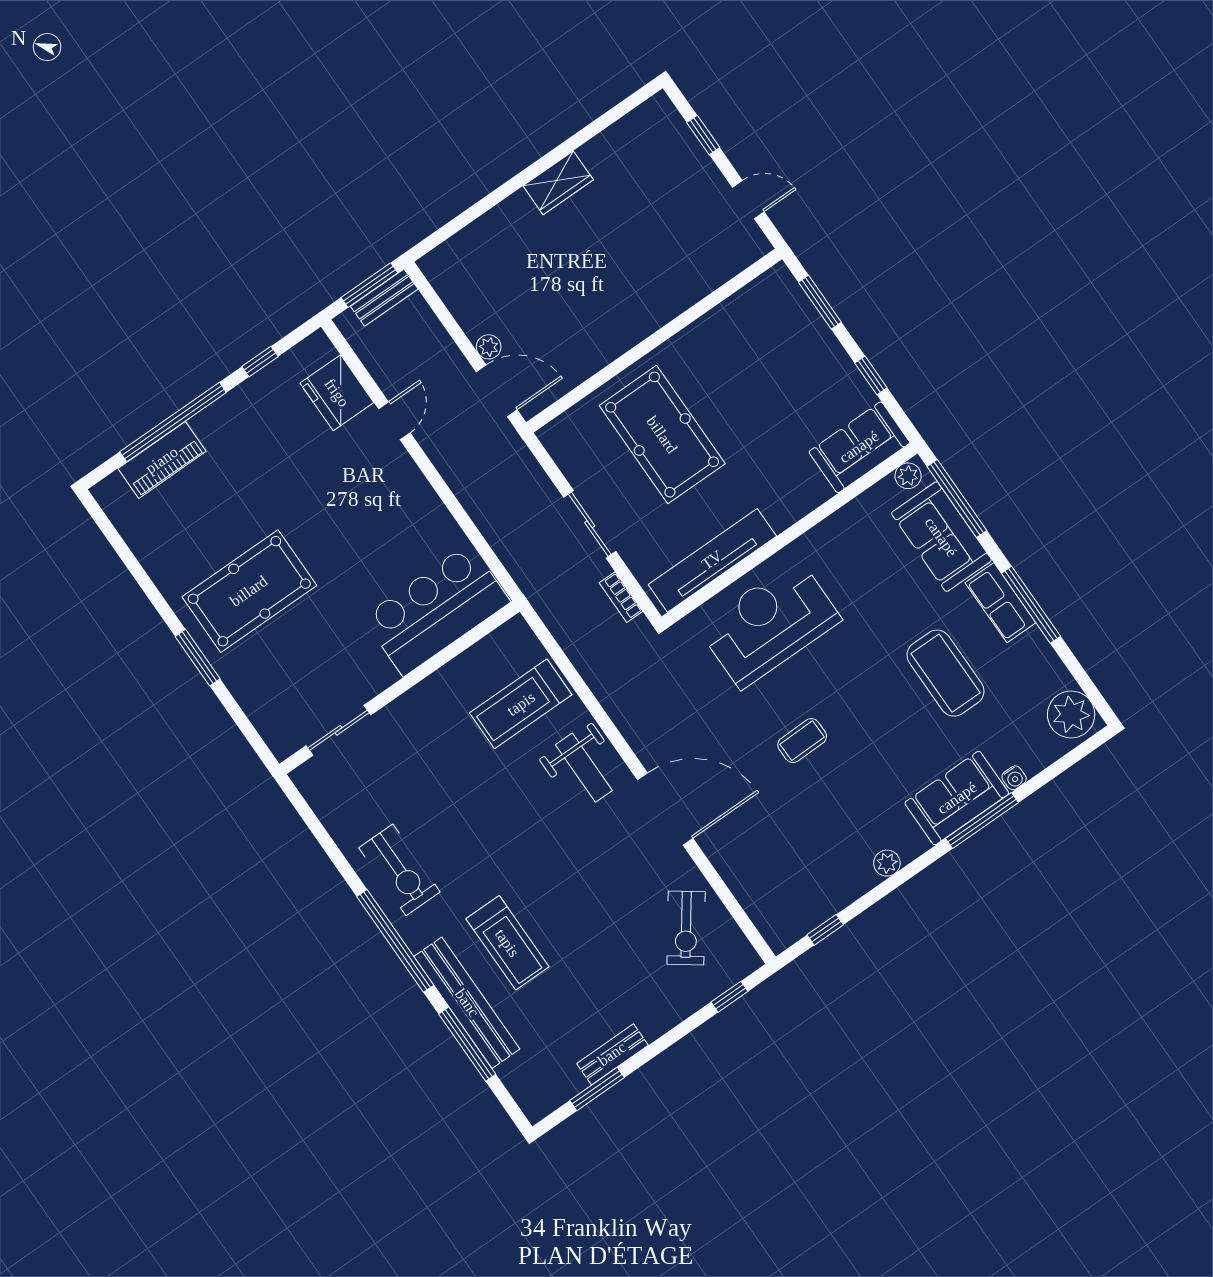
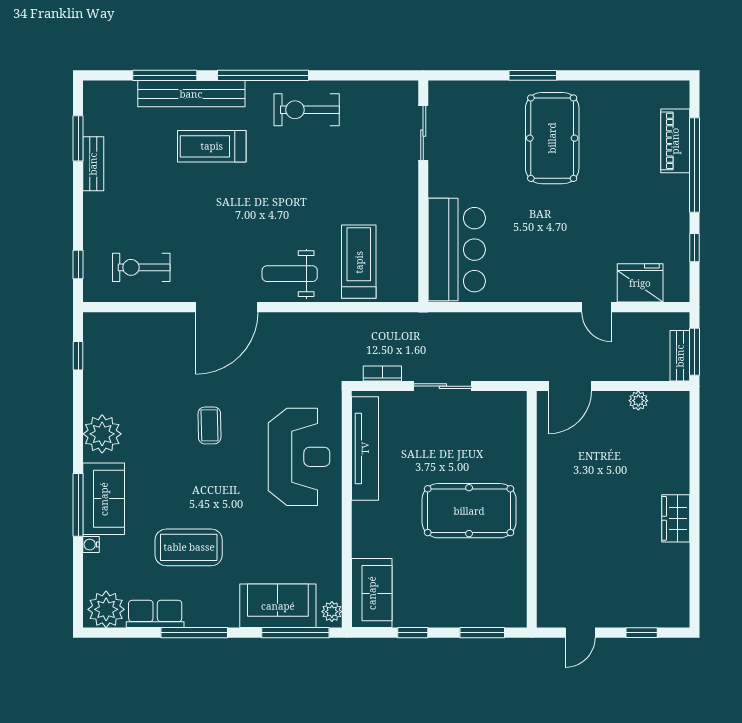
plant: (489, 347) -> (638, 401), moved
pool table: (662, 435) -> (469, 511), moved
row of seats: (1000, 603) -> (155, 614), moved
plant: (887, 863) -> (102, 434), width x1.87, depth x1.87
exercise bike: (686, 928) -> (141, 267), turned -36

